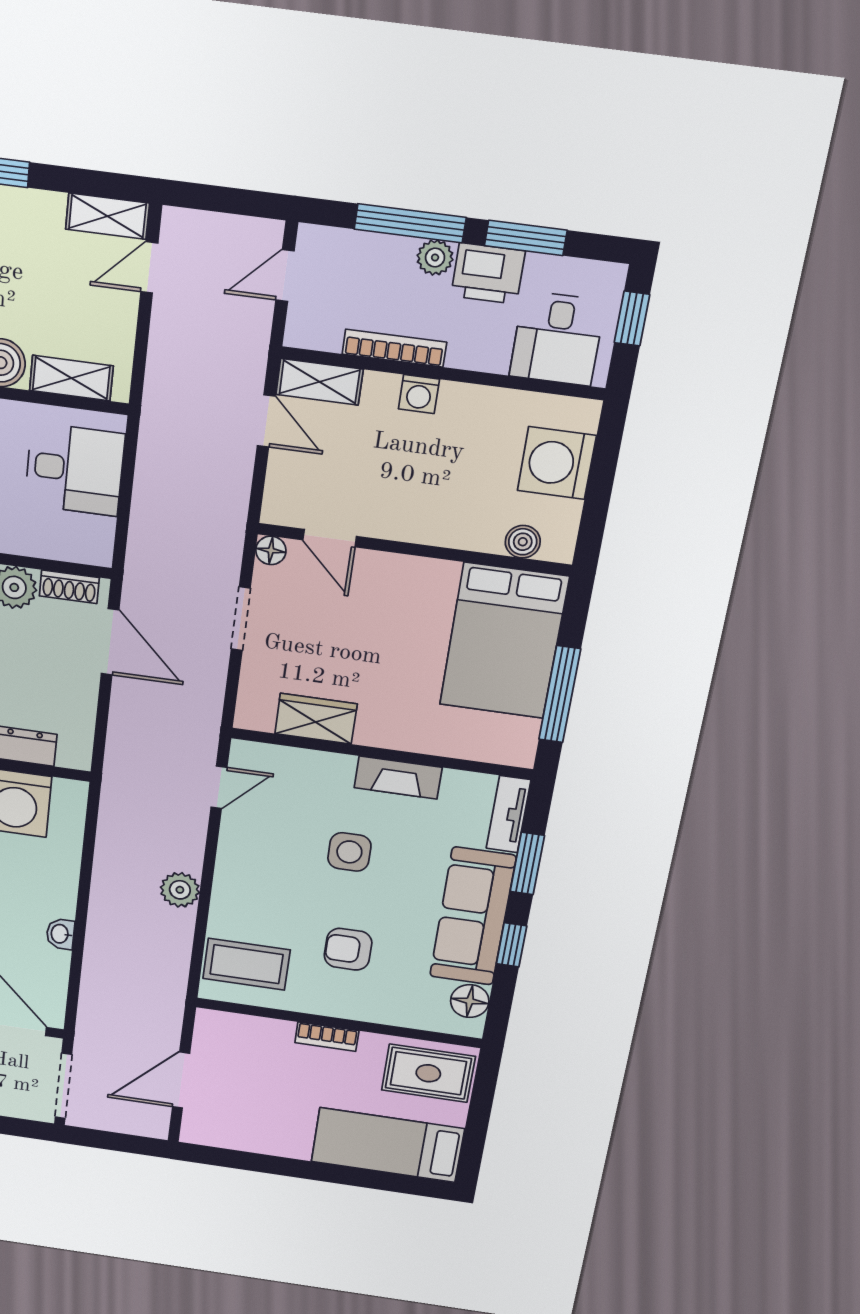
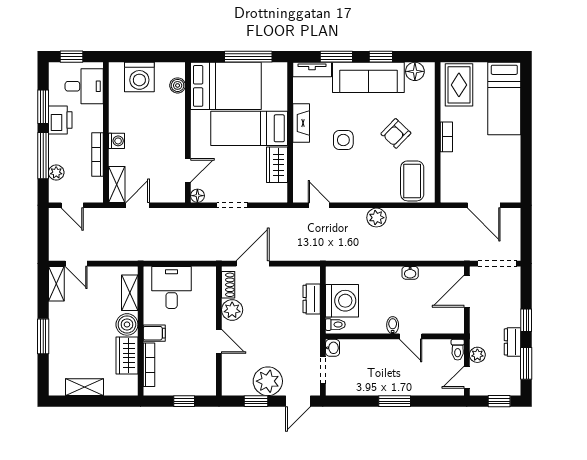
plant: (435, 258) -> (56, 173), moved
bed: (403, 675) -> (249, 128), added
armchair: (348, 949) -> (396, 133), turned 44

